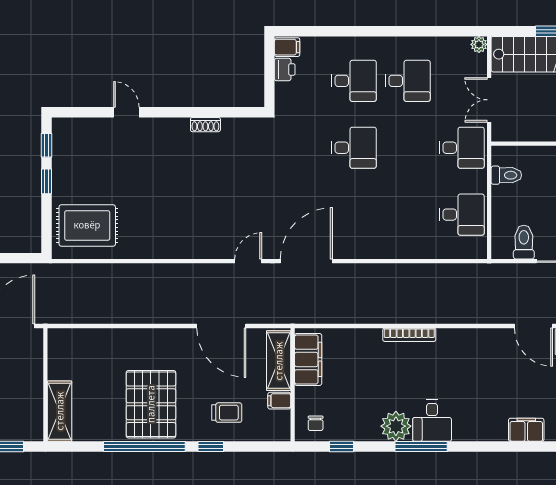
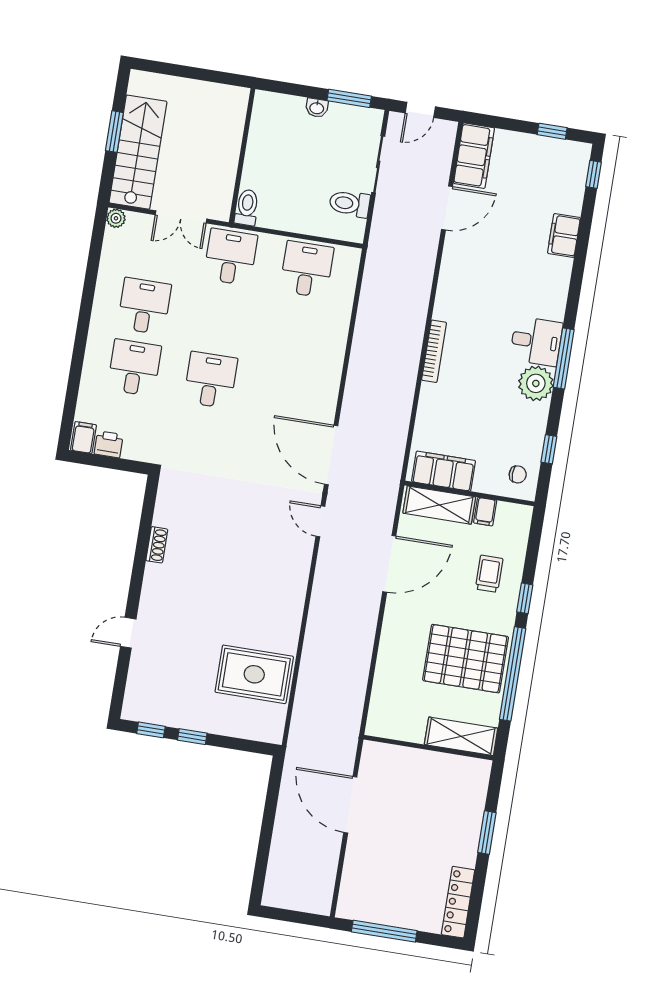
toilet: (506, 175) -> (247, 207), moved
rug: (87, 225) -> (254, 674), moved, turned 90
wall: (45, 385) -> (428, 748), moved
shelving: (60, 411) -> (461, 736), moved

